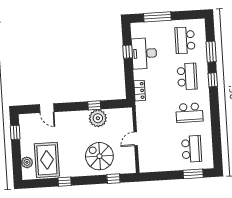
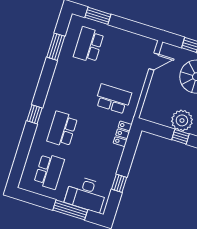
window: (211, 52) -> (56, 47), moved
desk: (144, 53) -> (86, 194), moved, turned 90
school desk: (189, 113) -> (113, 99), moved
door: (136, 139) -> (154, 61), moved

